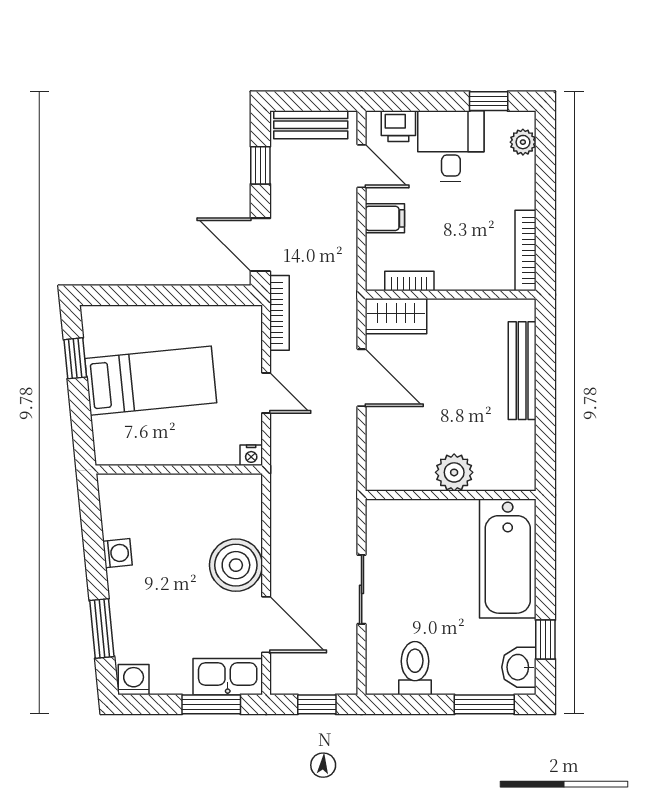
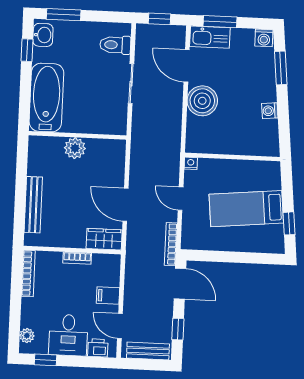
bookcase: (409, 281) -> (77, 258), moved
toilet: (415, 668) -> (115, 45), moved, turned 90

